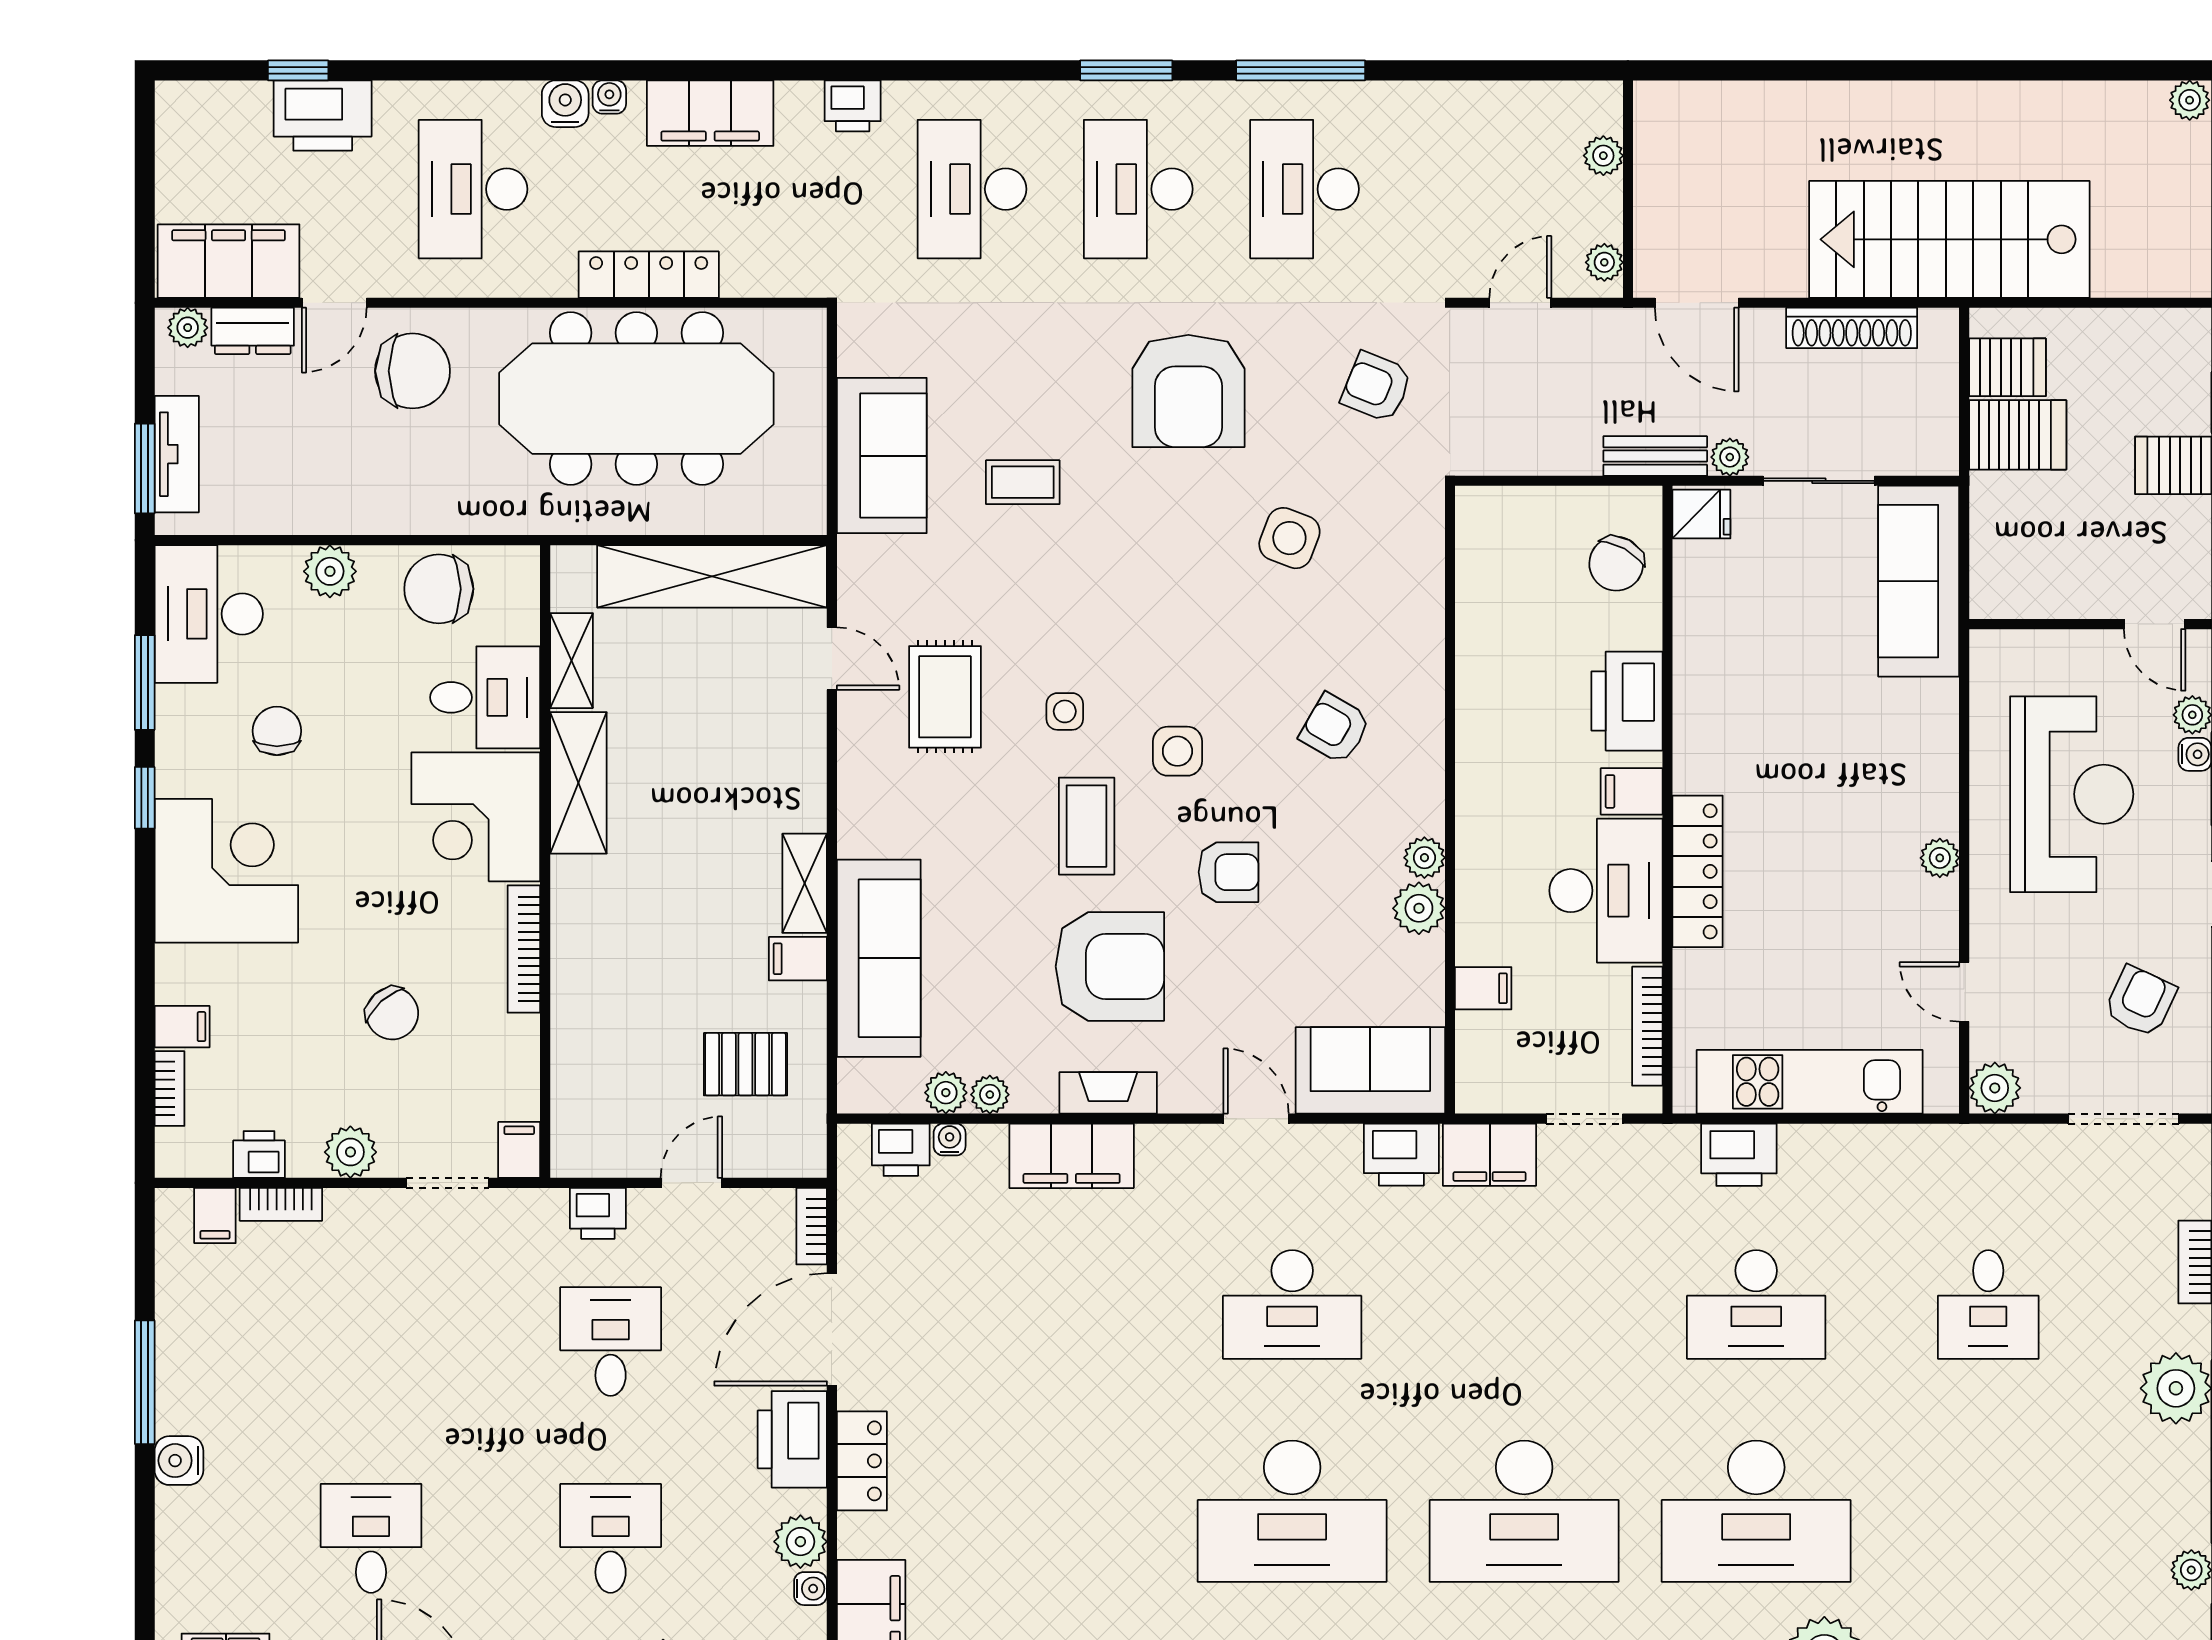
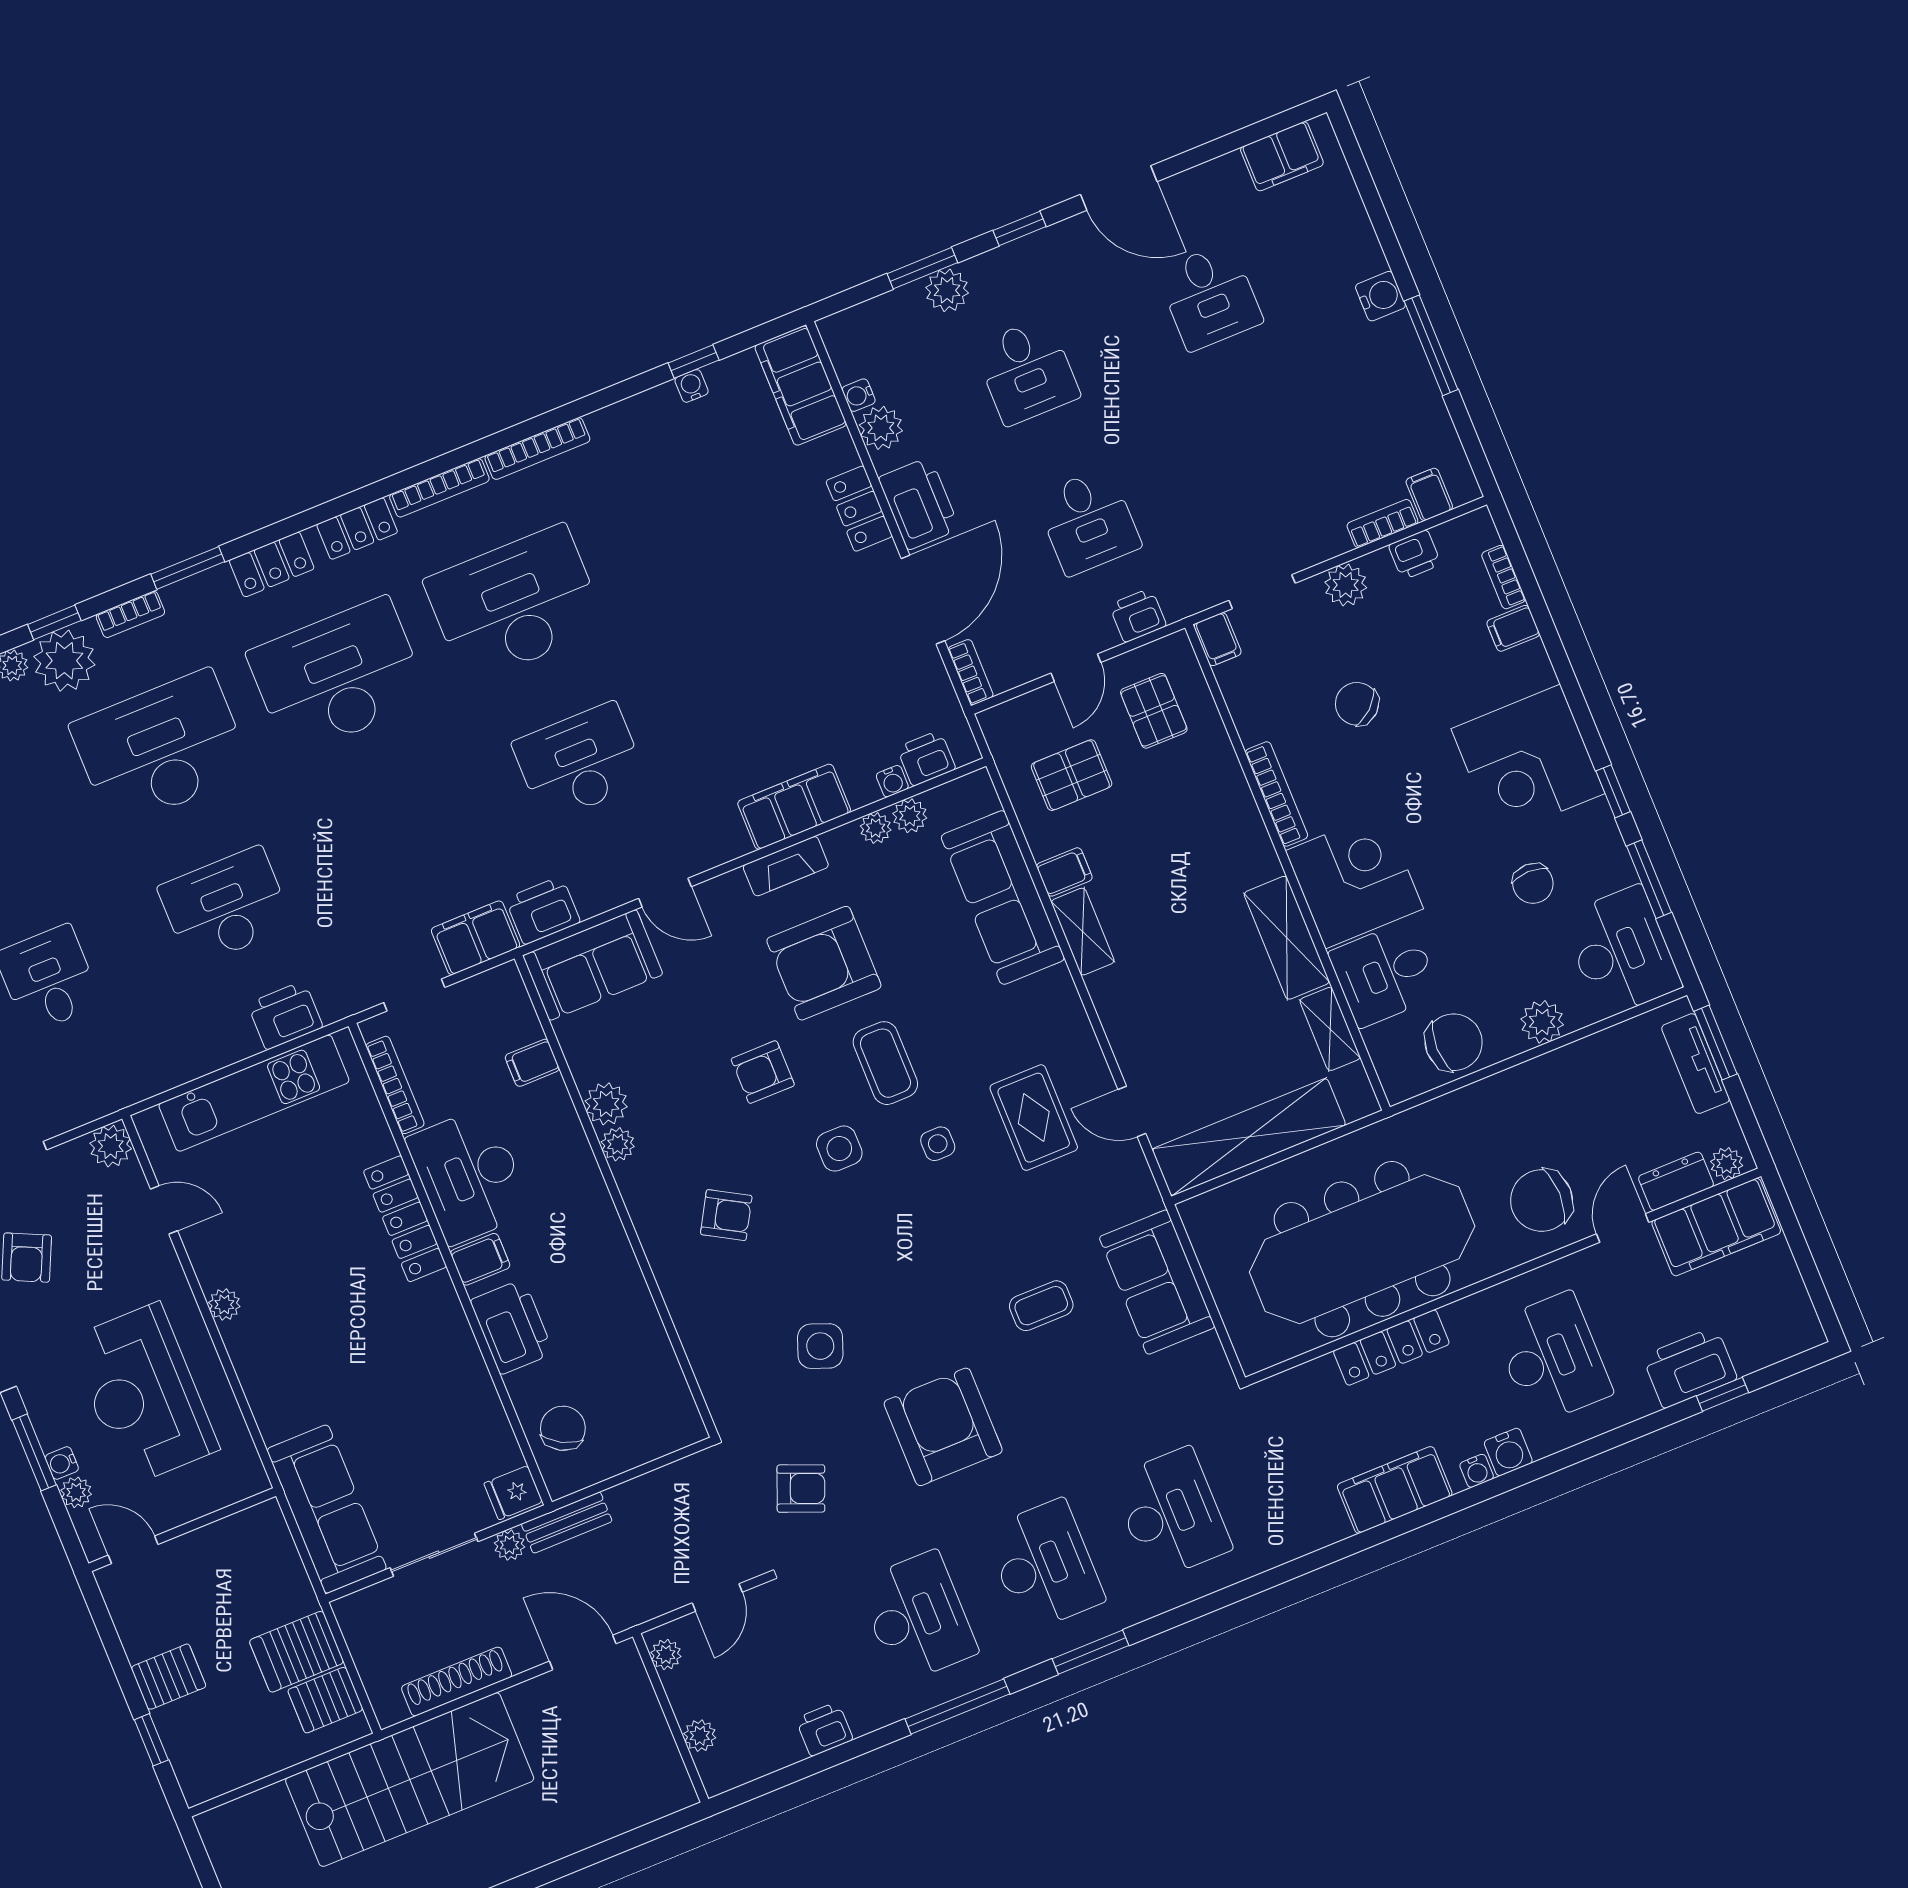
printer: (853, 106) -> (824, 1729), moved
pallet: (624, 1099) -> (1154, 711), added

